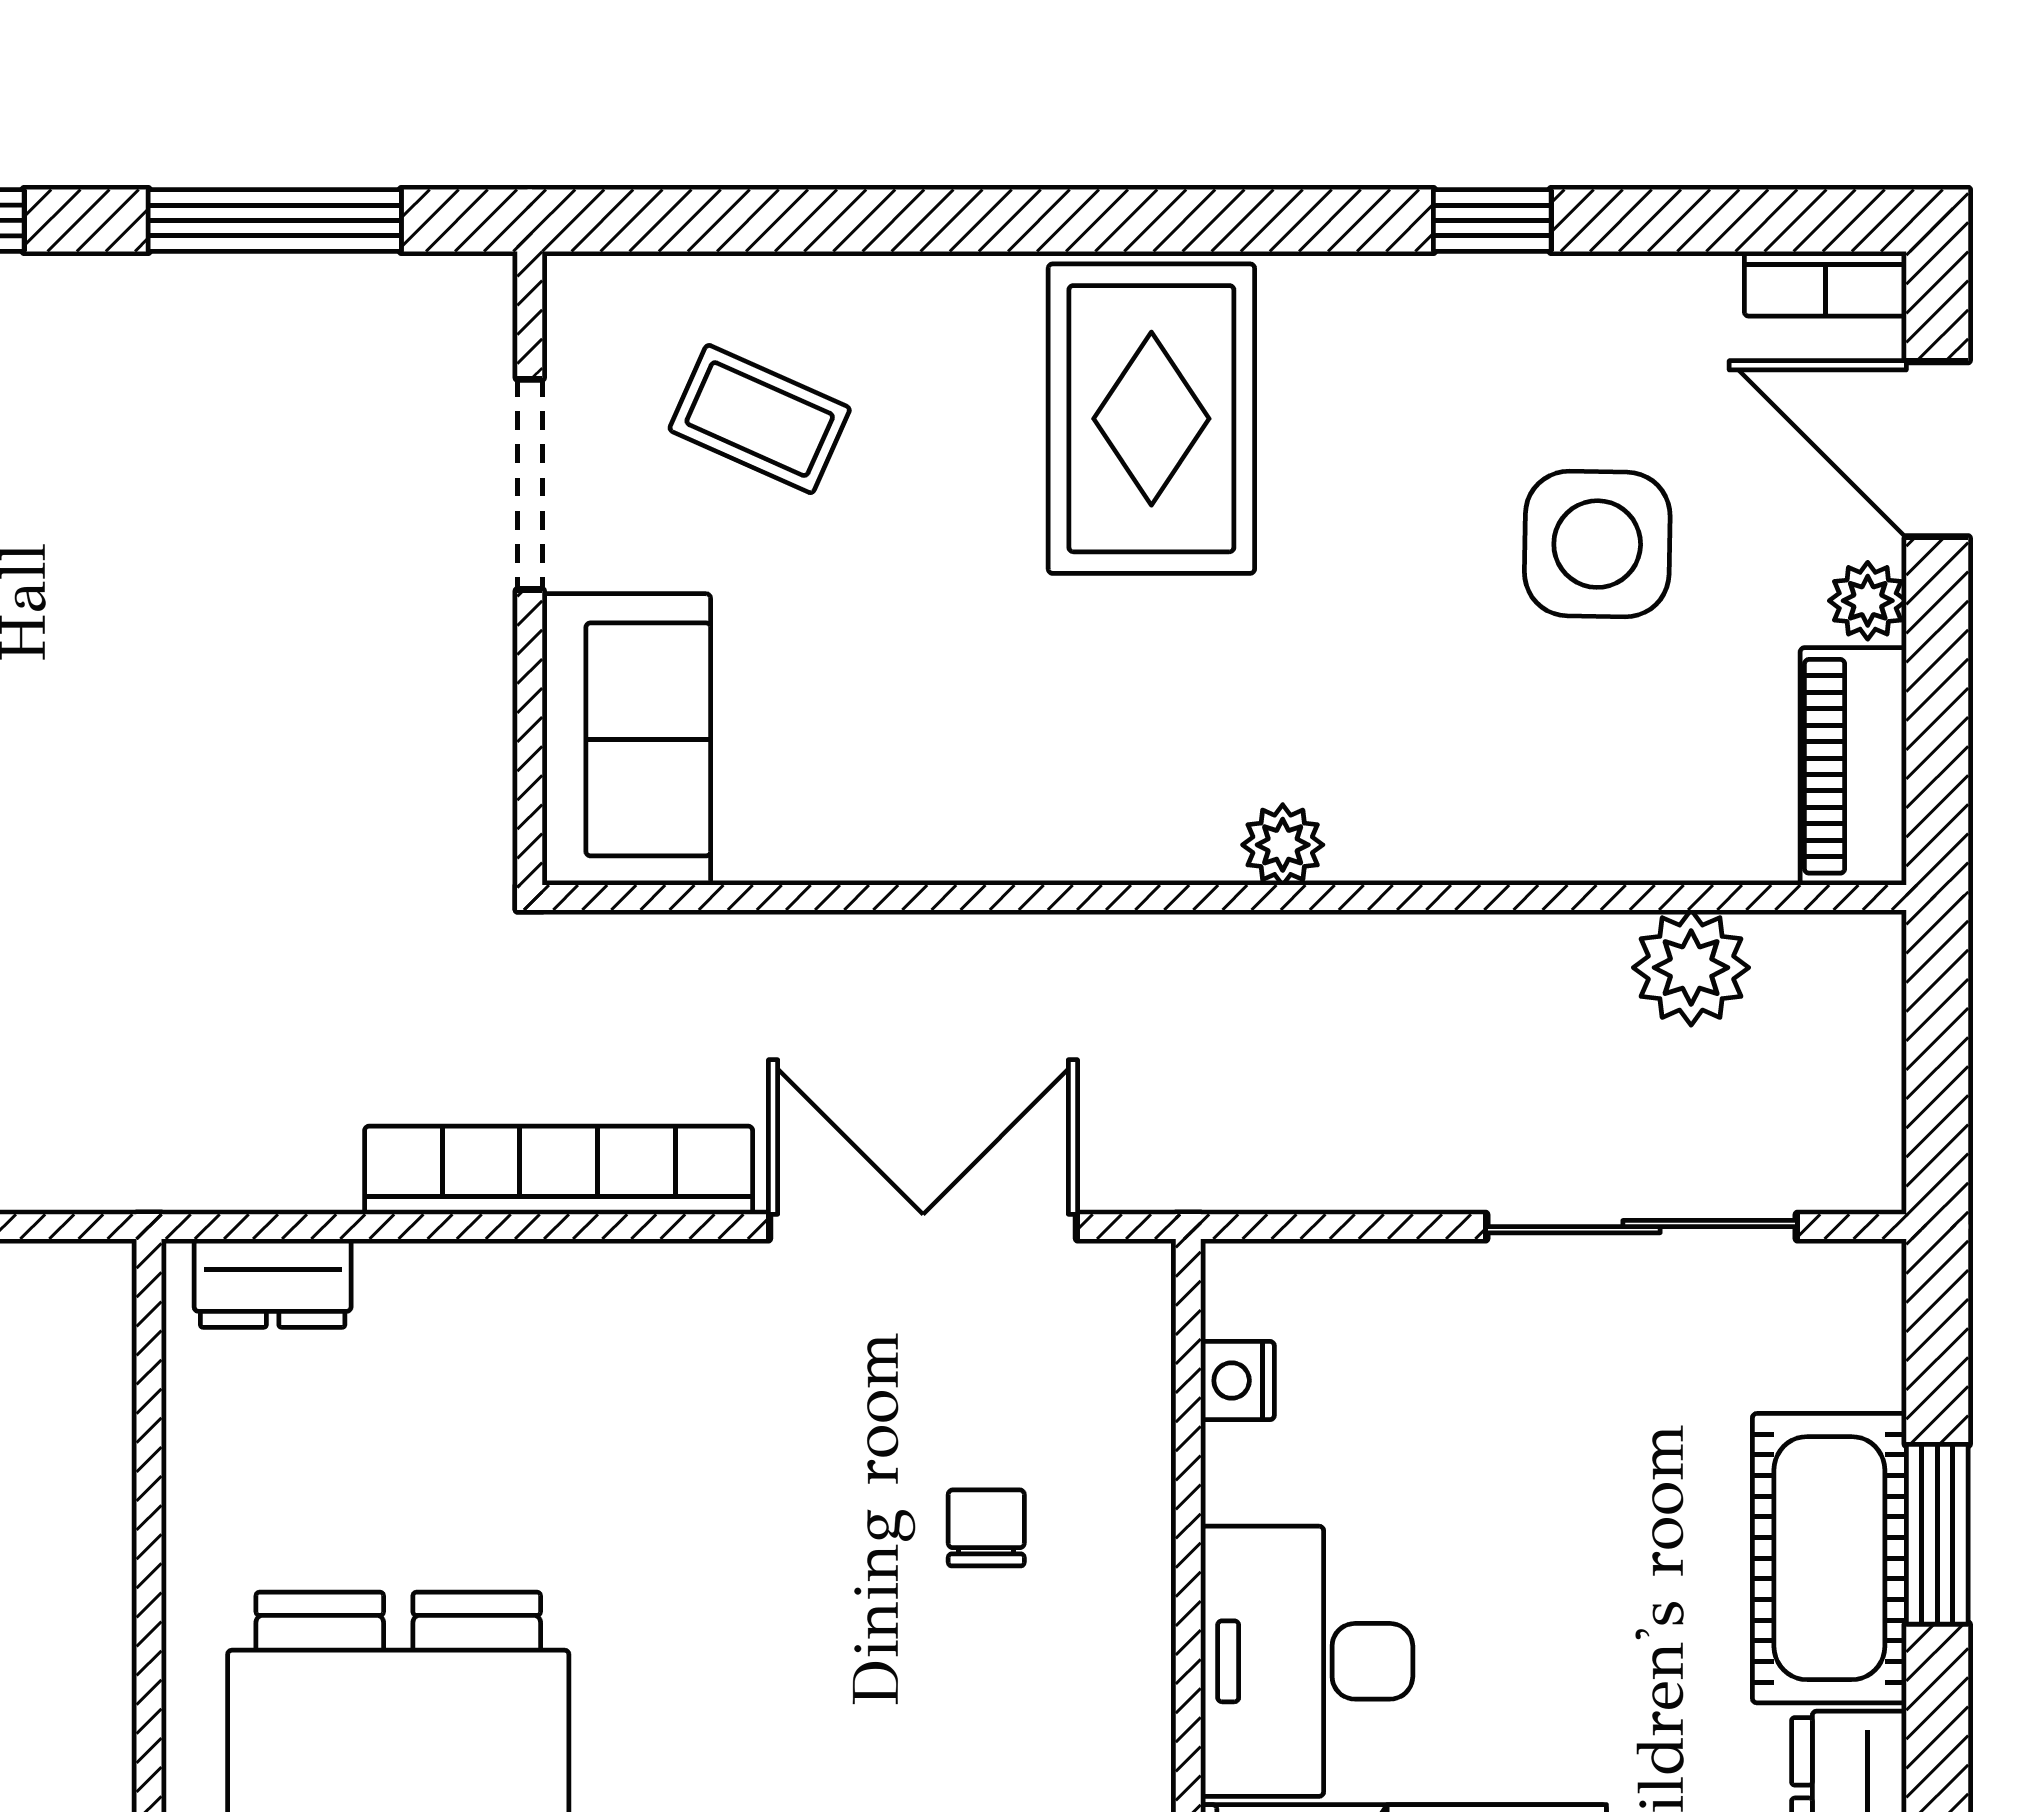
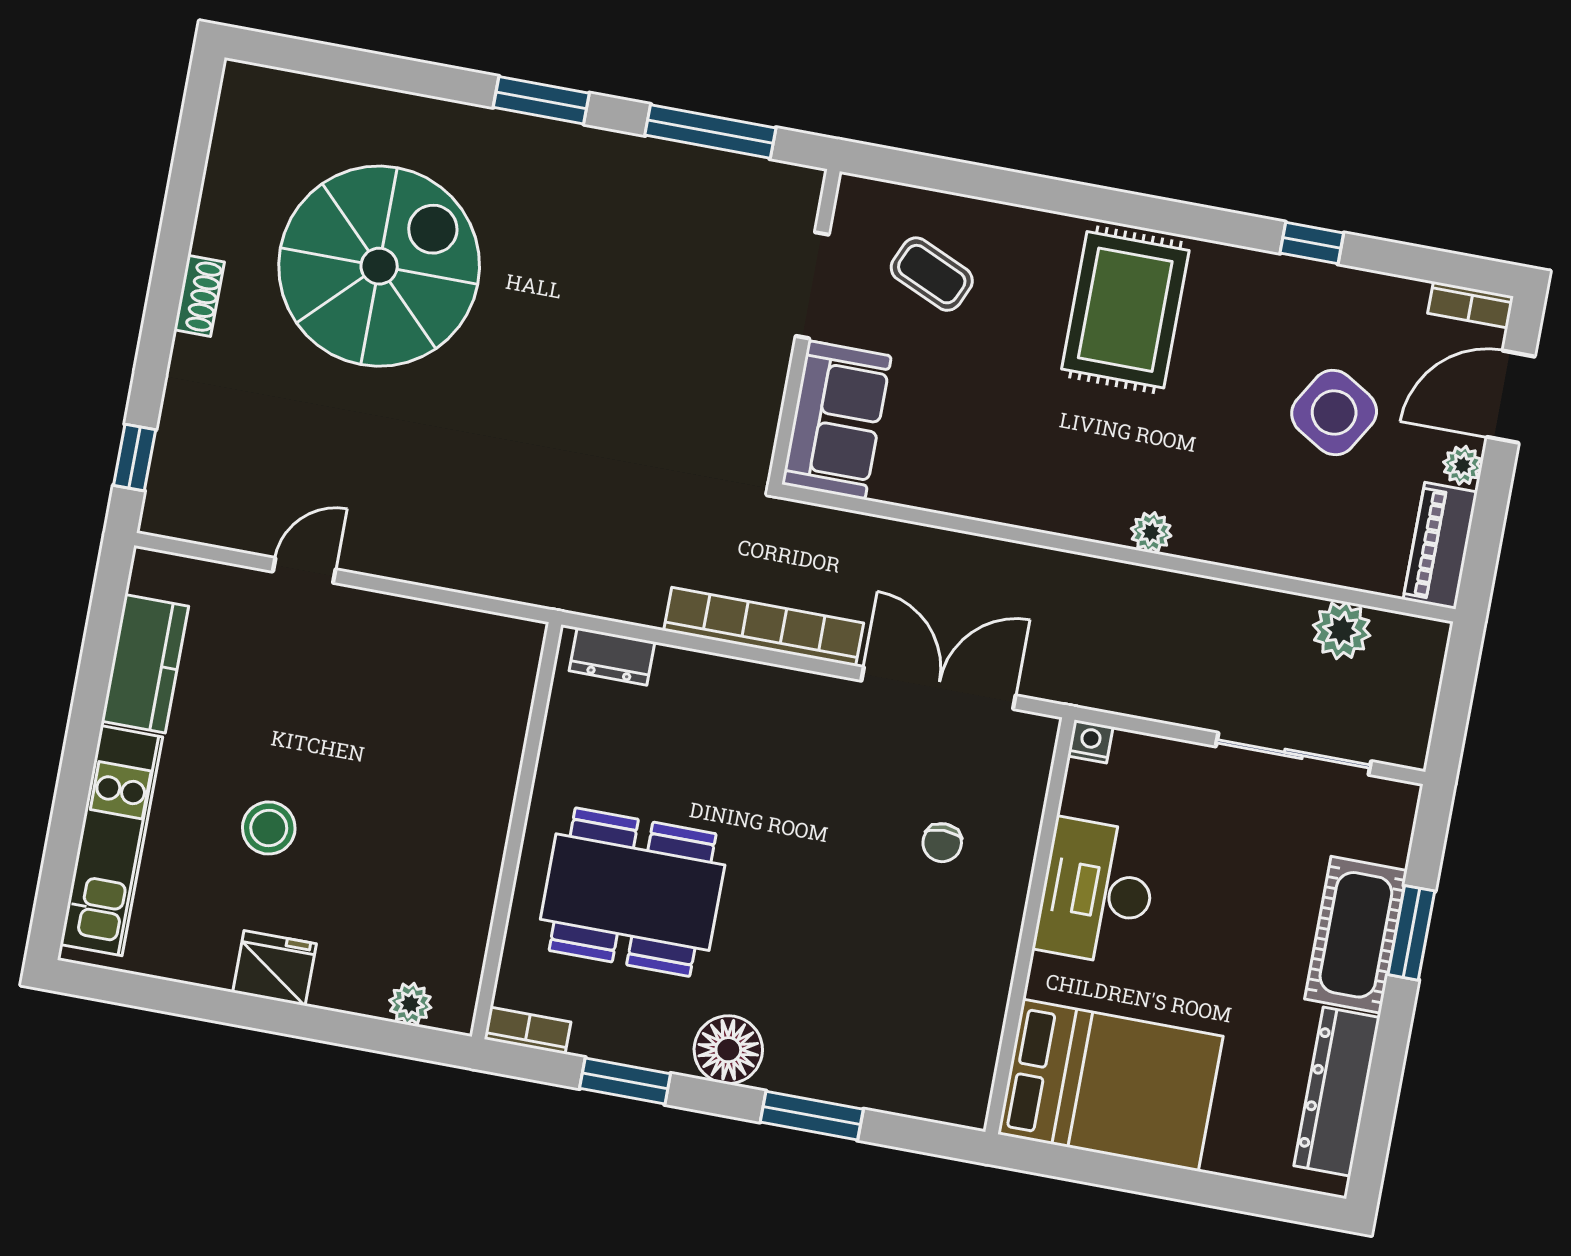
door: (1937, 449) -> (1511, 397), hinge flipped
side table: (1597, 544) -> (1334, 412), turned 30
nightstand: (1237, 1381) -> (1090, 741), moved, turned 90
chair: (986, 1528) -> (942, 843), turned 180
desk: (1307, 1661) -> (1097, 892), moved

